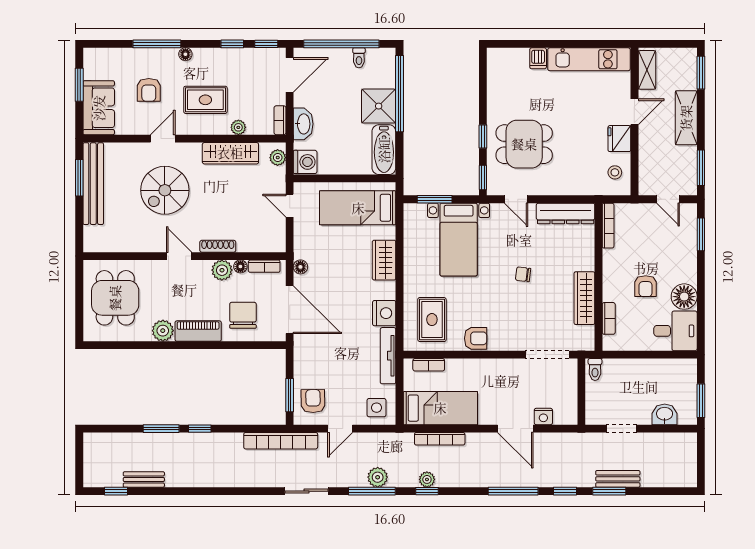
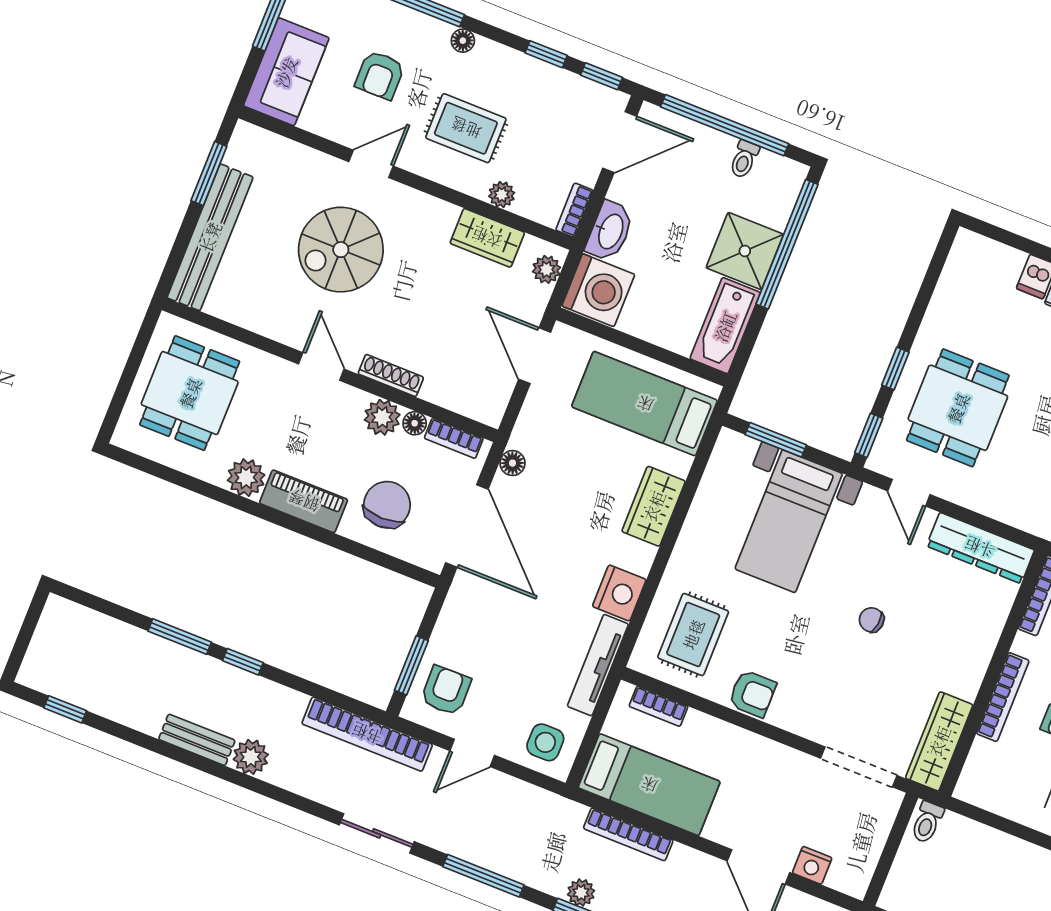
dining table: (524, 144) -> (958, 408), turned 90
wardrobe: (230, 153) -> (487, 238), width x0.67
washing machine: (305, 162) -> (598, 290), width x1.37, depth x1.37
bench: (93, 184) -> (210, 237), moved
door: (290, 206) -> (535, 356), width x1.38
wardrobe: (584, 298) -> (939, 741), moved
bookcase: (609, 318) -> (1003, 697), moved, width x1.56
plant: (378, 477) -> (251, 757), moved
bench: (144, 479) -> (197, 740), moved

